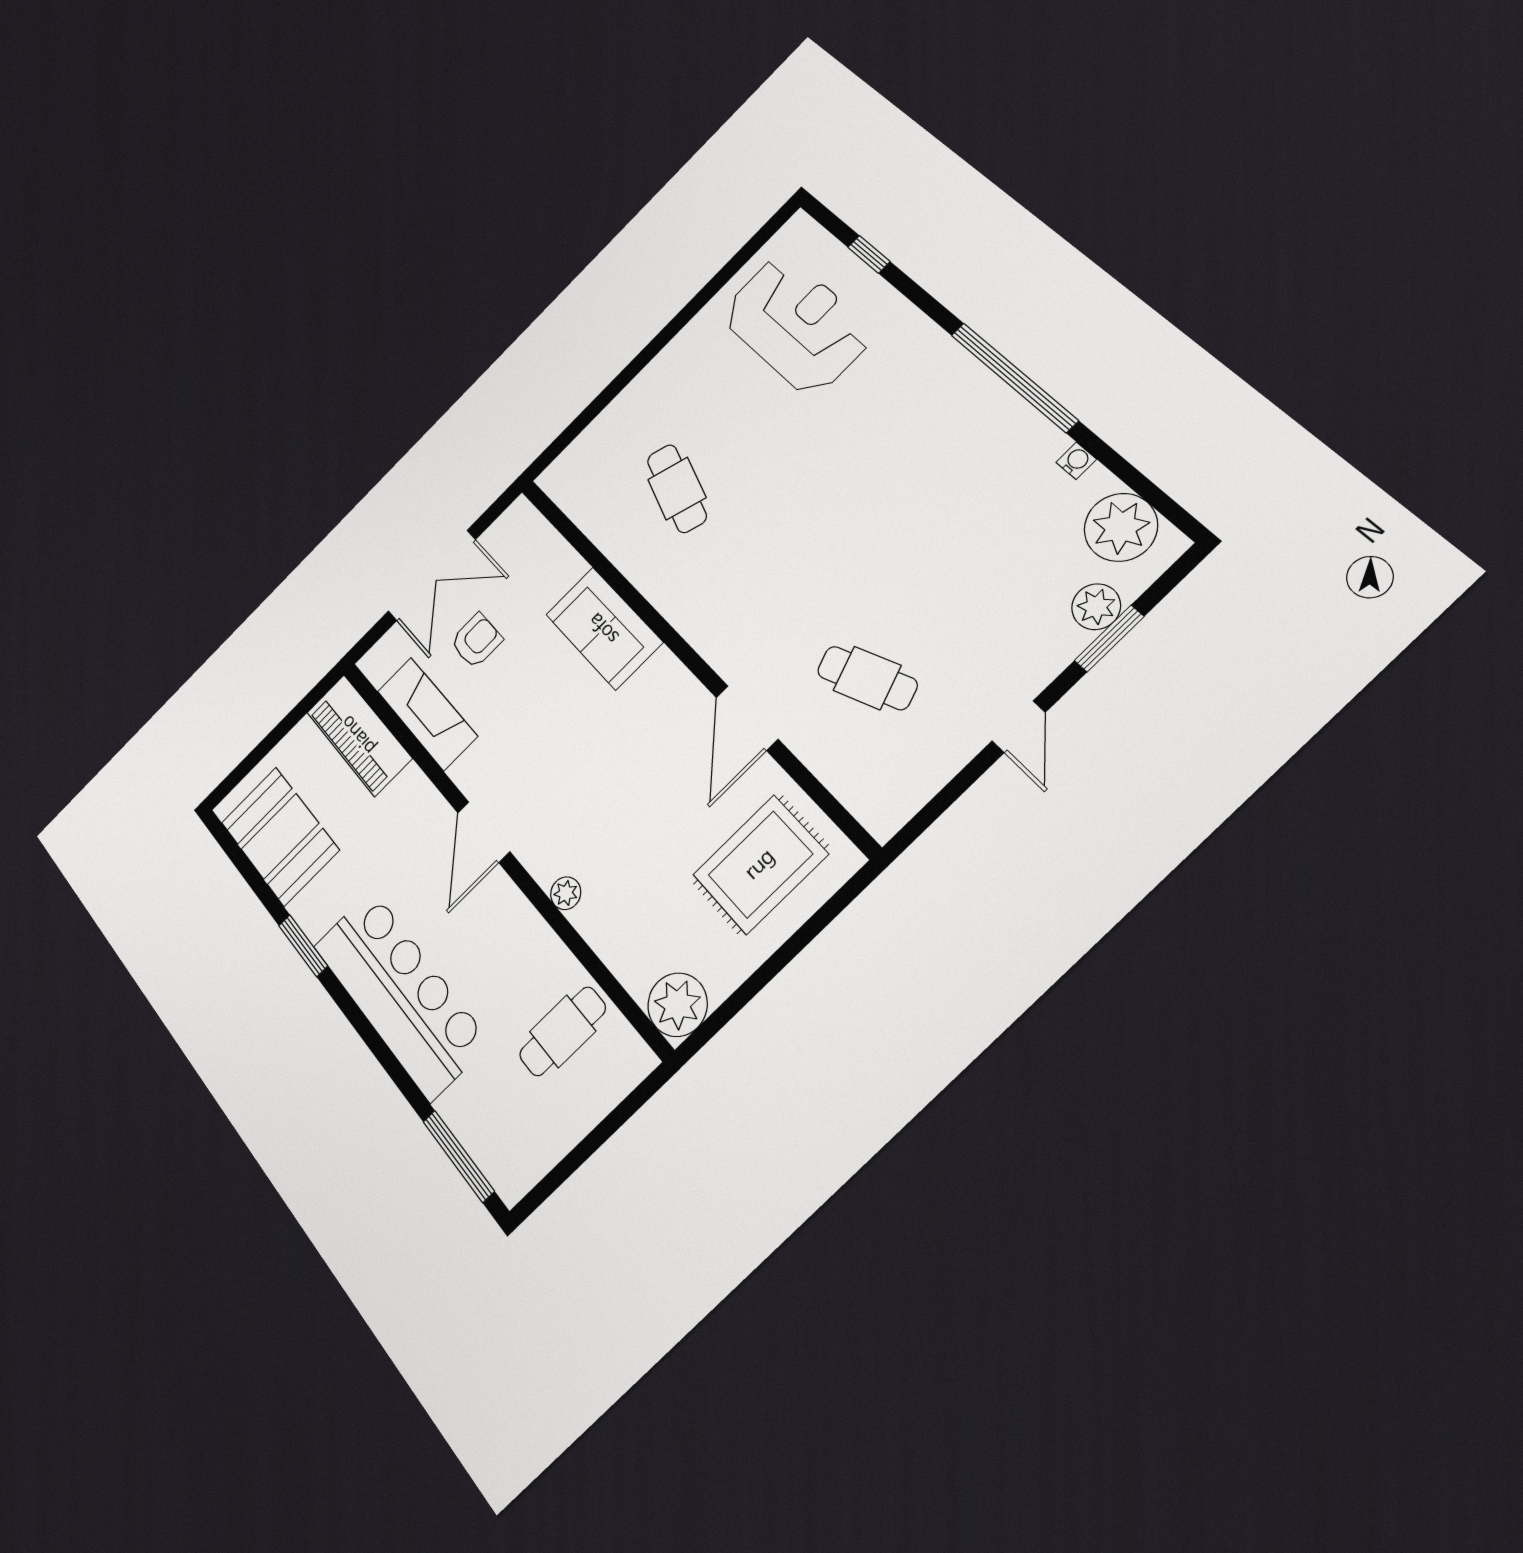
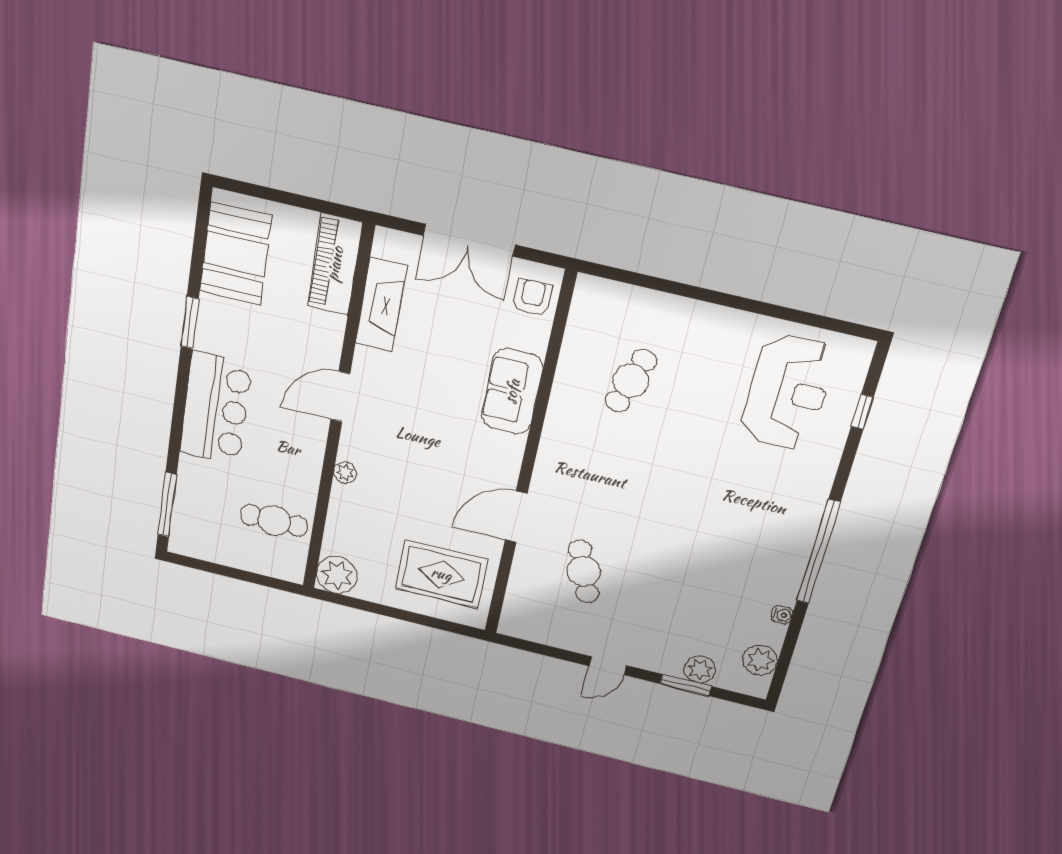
plant: (1121, 527) -> (760, 660), width x0.73, depth x0.73
armchair: (476, 641) -> (532, 298), moved, turned -90
bar counter: (400, 994) -> (216, 409), width x0.73

